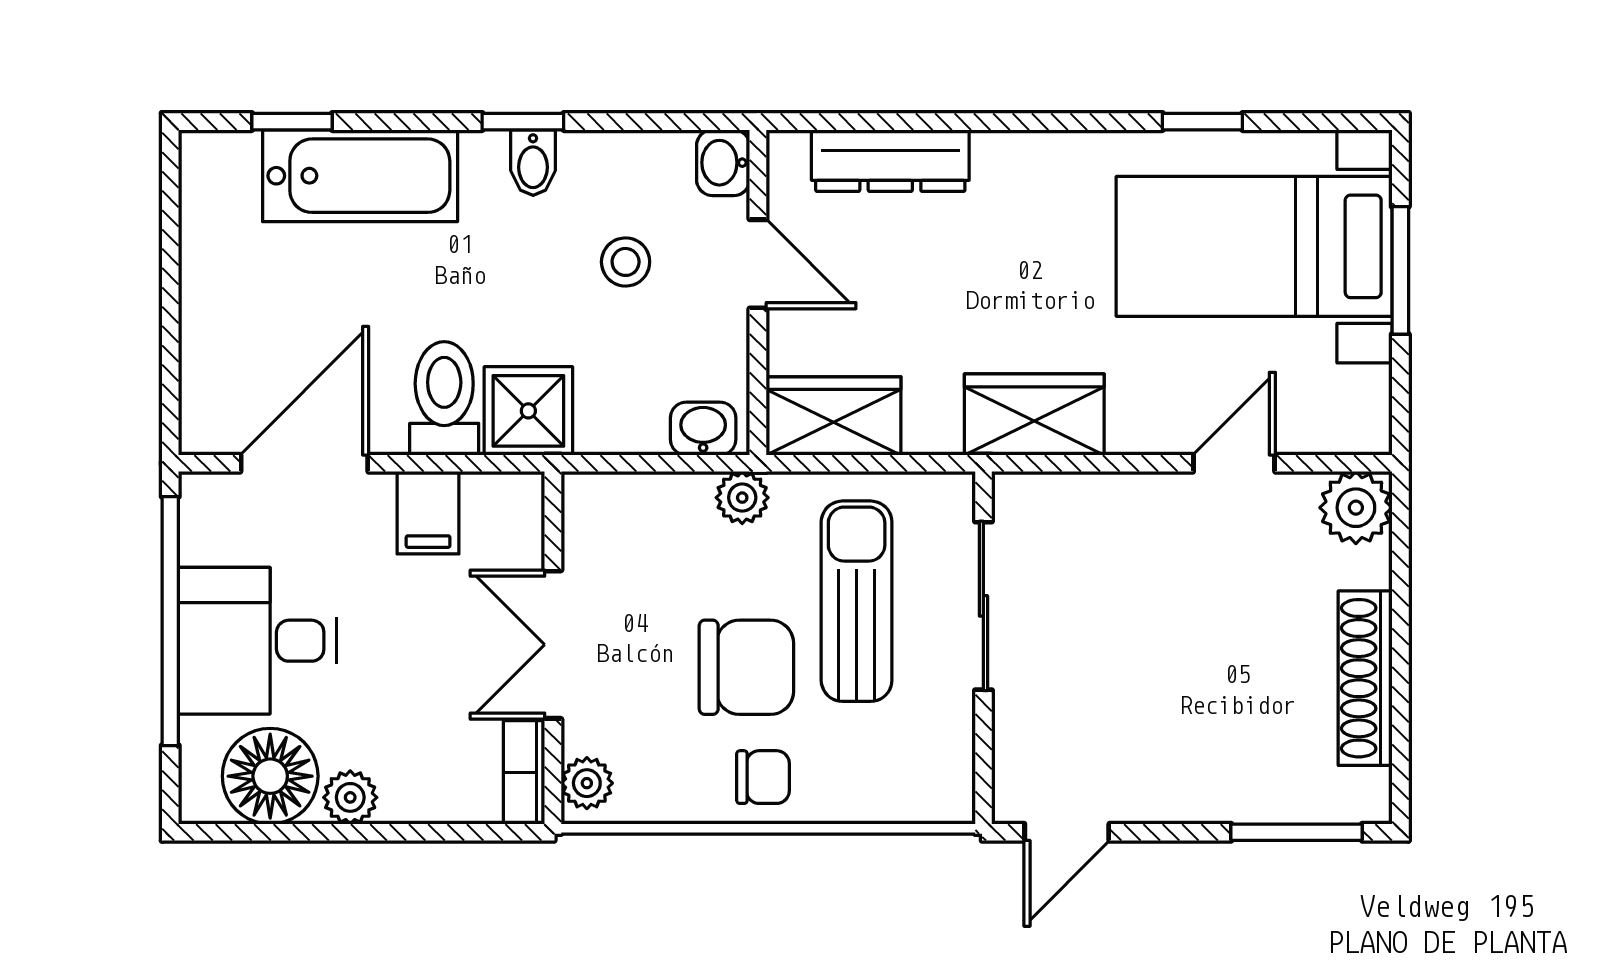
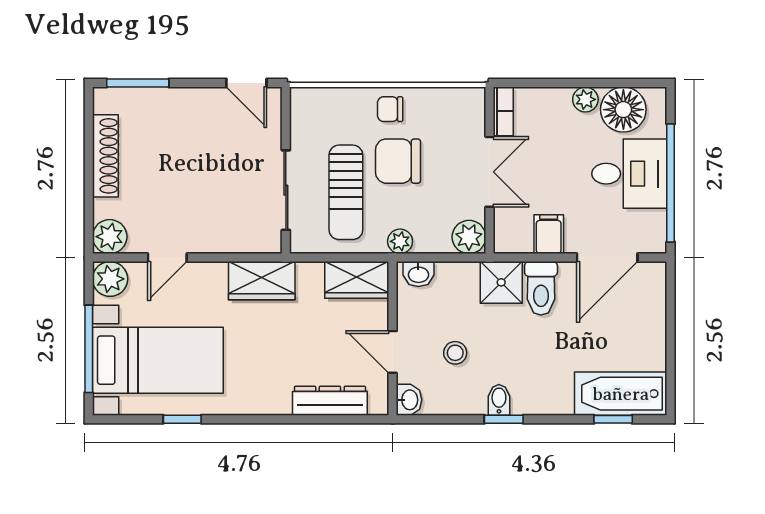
bathtub: (360, 176) -> (621, 394), moved
window: (1400, 270) -> (89, 349), width x1.44
plant: (1355, 418) -> (110, 279), added
plant: (587, 783) -> (469, 237), moved, width x1.38, depth x1.38
door: (1067, 832) -> (246, 83), swing flipped

